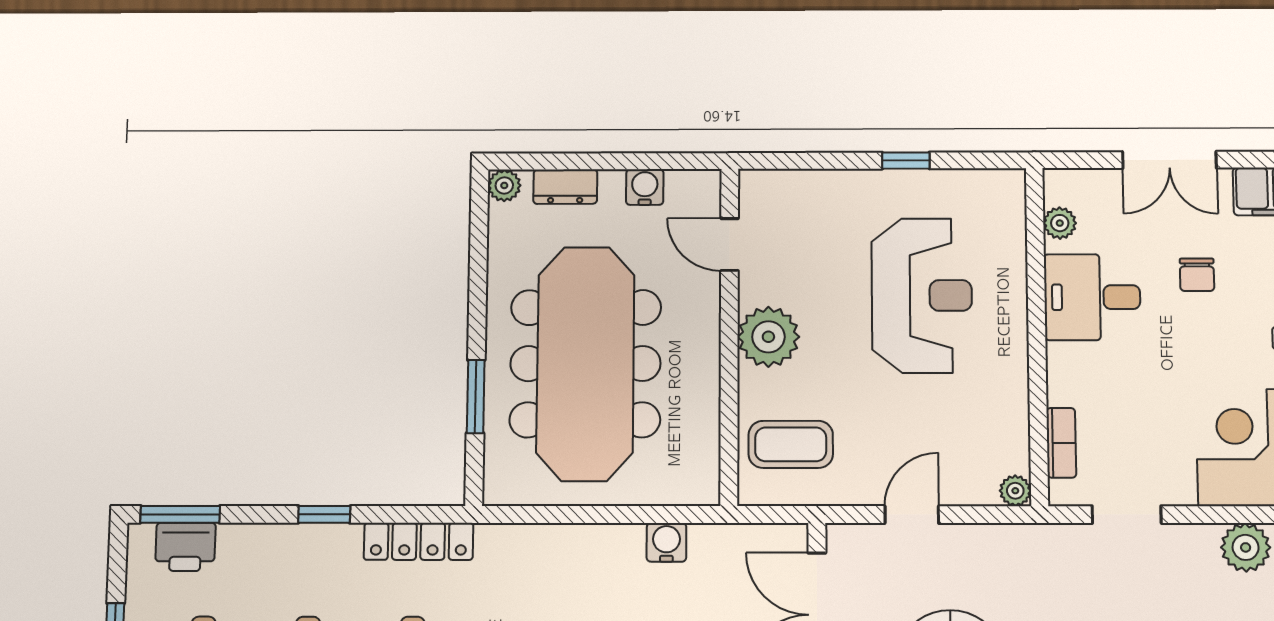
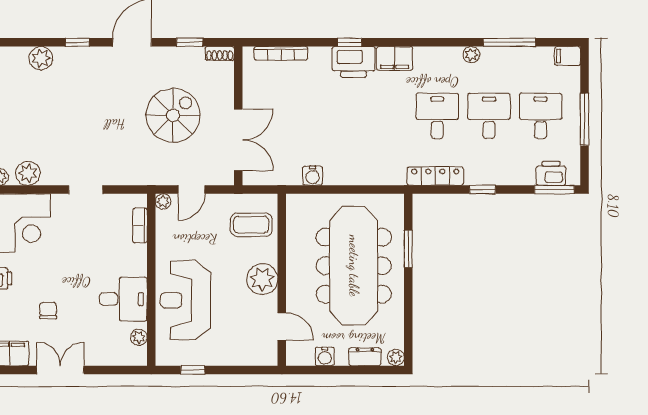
plant: (1060, 223) -> (139, 337), moved
desk: (1092, 297) -> (123, 299), moved
wall: (1037, 335) -> (151, 280), moved
bookcase: (1061, 443) -> (140, 225), moved
plant: (1015, 491) -> (163, 201), moved

